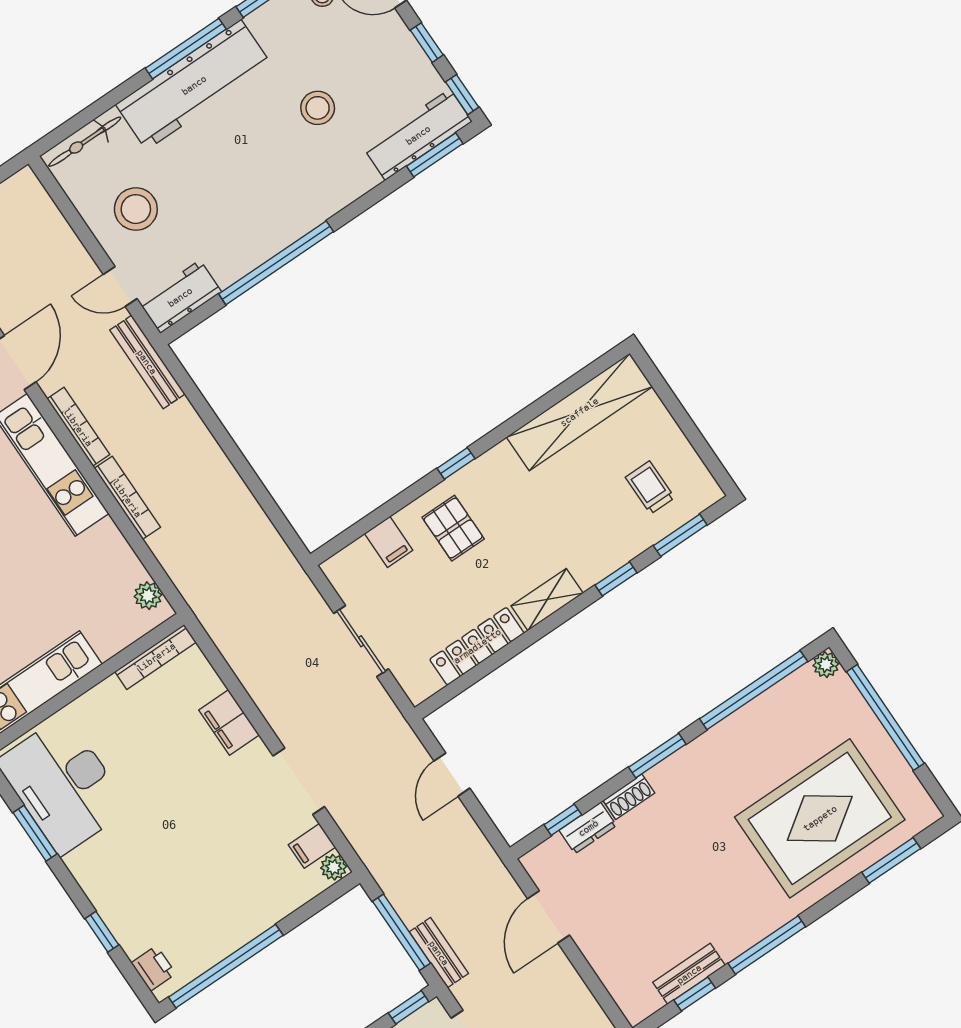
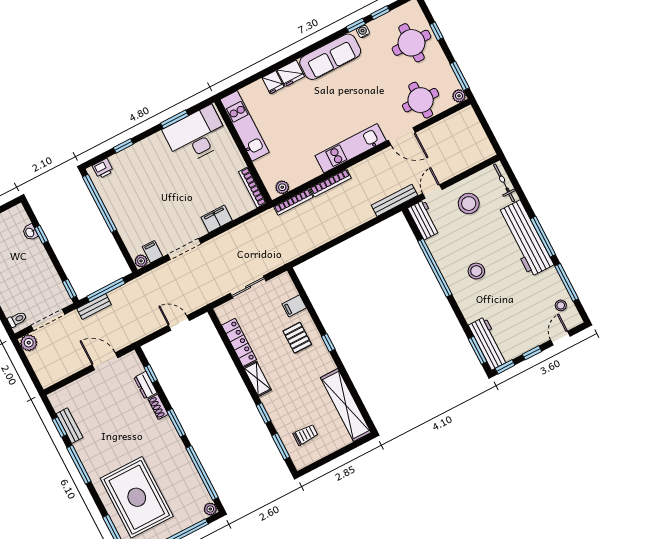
stool: (318, 108) -> (476, 271), moved
bookcase: (78, 427) -> (293, 202), moved
pallet: (453, 528) -> (297, 338), turned 90

